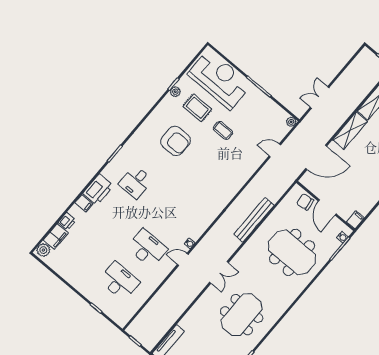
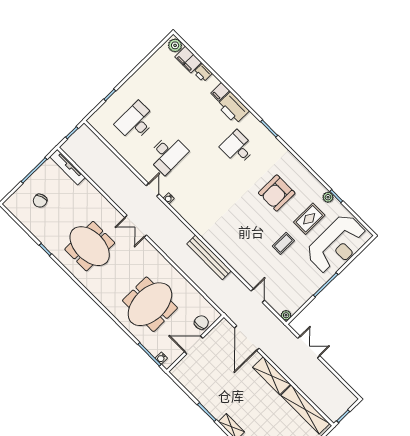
bench: (254, 220) -> (209, 257), moved
filing cabinet: (355, 220) -> (178, 373), removed
desk: (119, 281) -> (136, 122), turned 180

